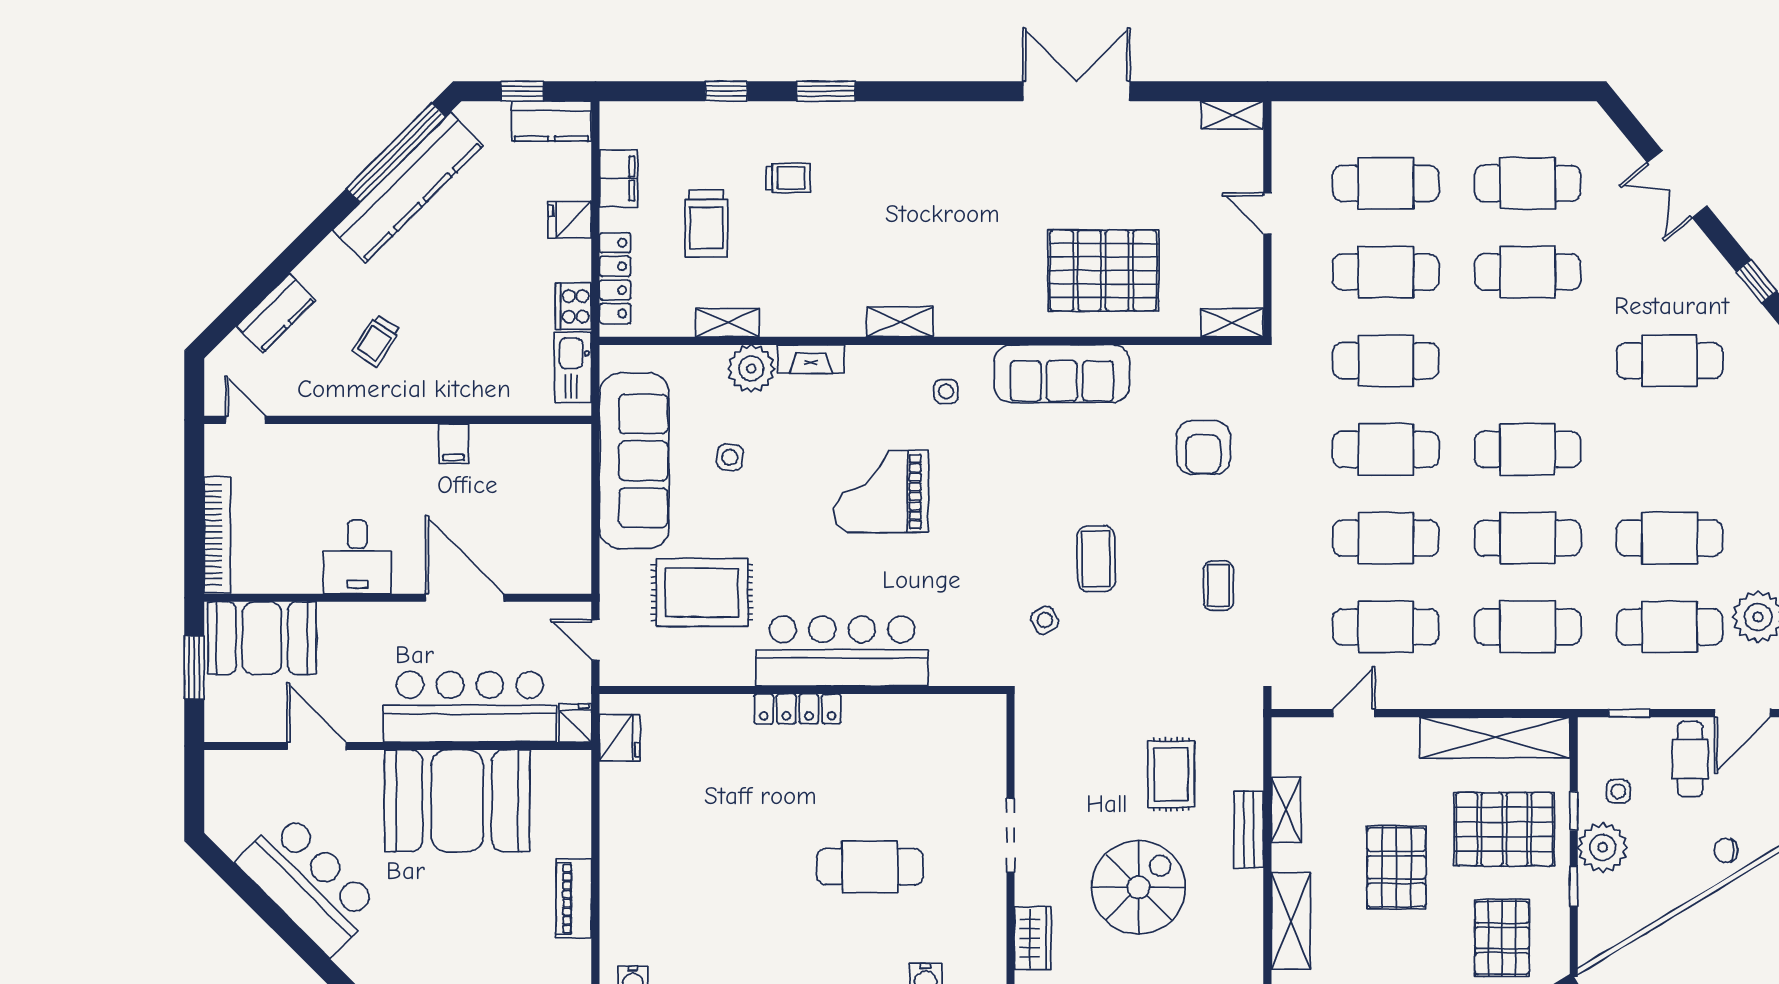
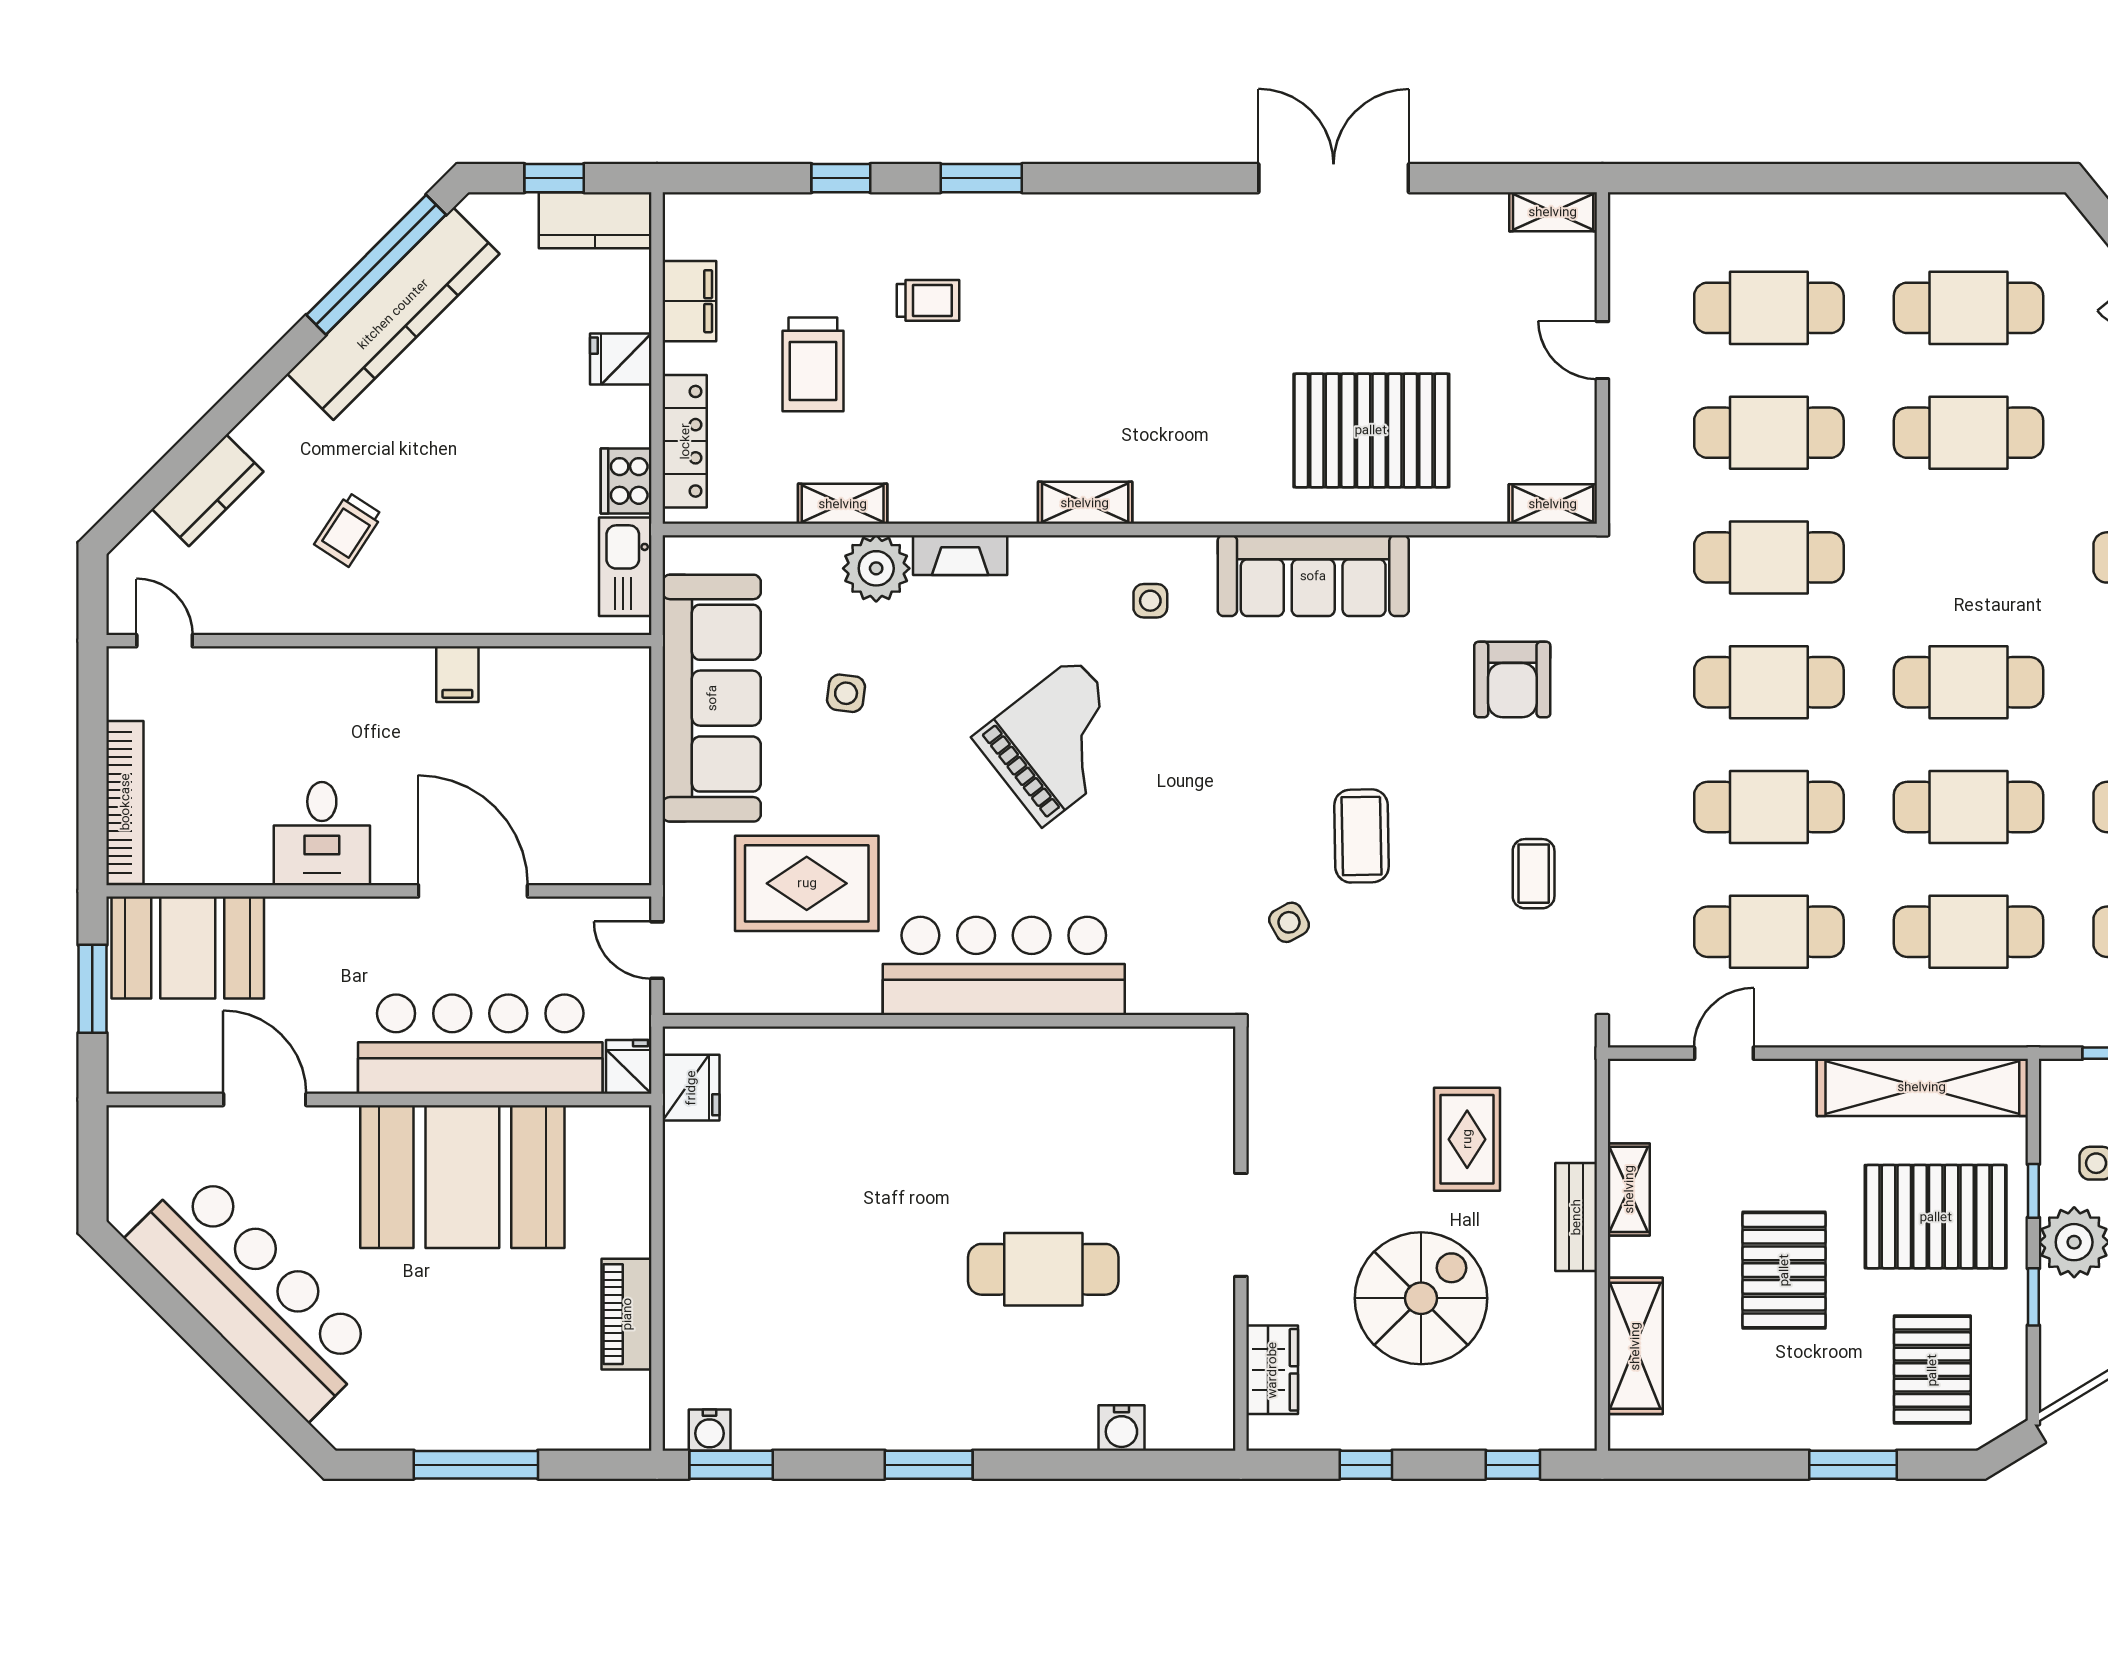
grand piano: (881, 492) -> (1059, 742), turned 142
locker: (798, 709) -> (941, 1047), removed
bar counter: (309, 884) -> (253, 1293), width x1.36

